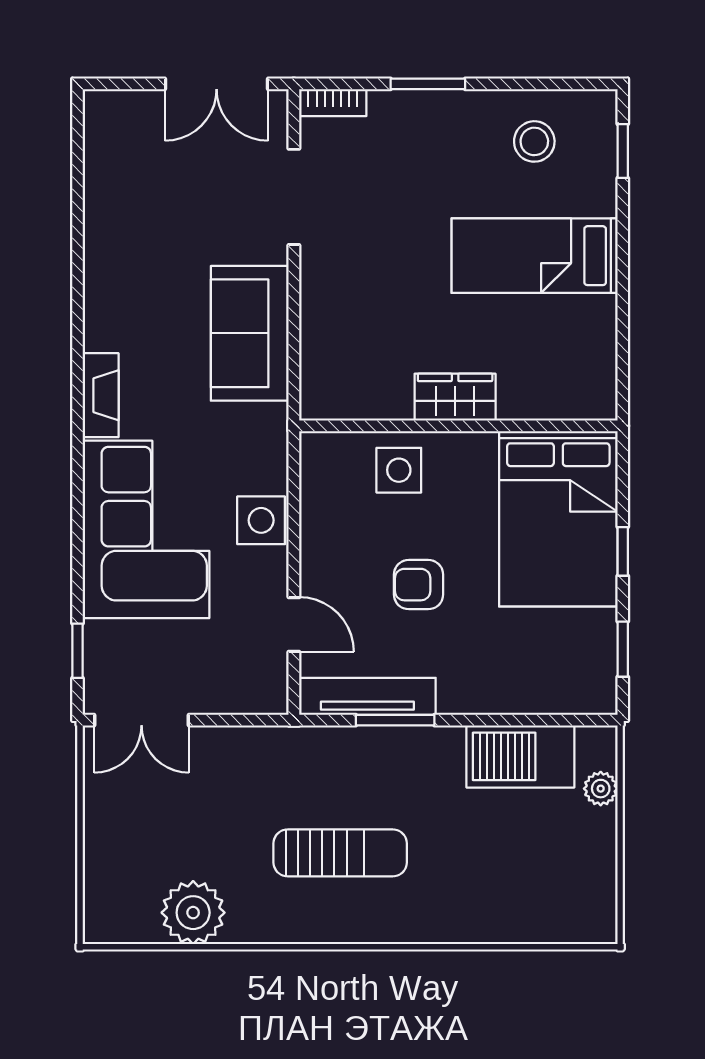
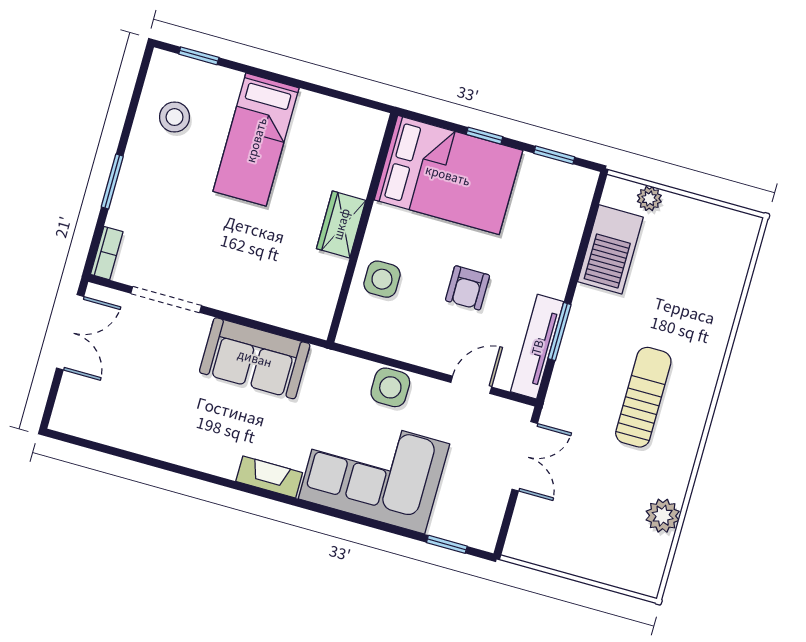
double door: (142, 720) -> (525, 456), moved
plant: (193, 913) -> (663, 516), width x0.73, depth x0.73

